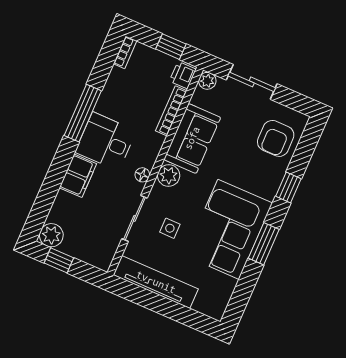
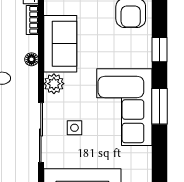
bookcase: (171, 111) -> (32, 20), width x0.64
floor lamp: (142, 175) -> (31, 59), moved
sliding door: (135, 218) -> (41, 132), width x1.37

